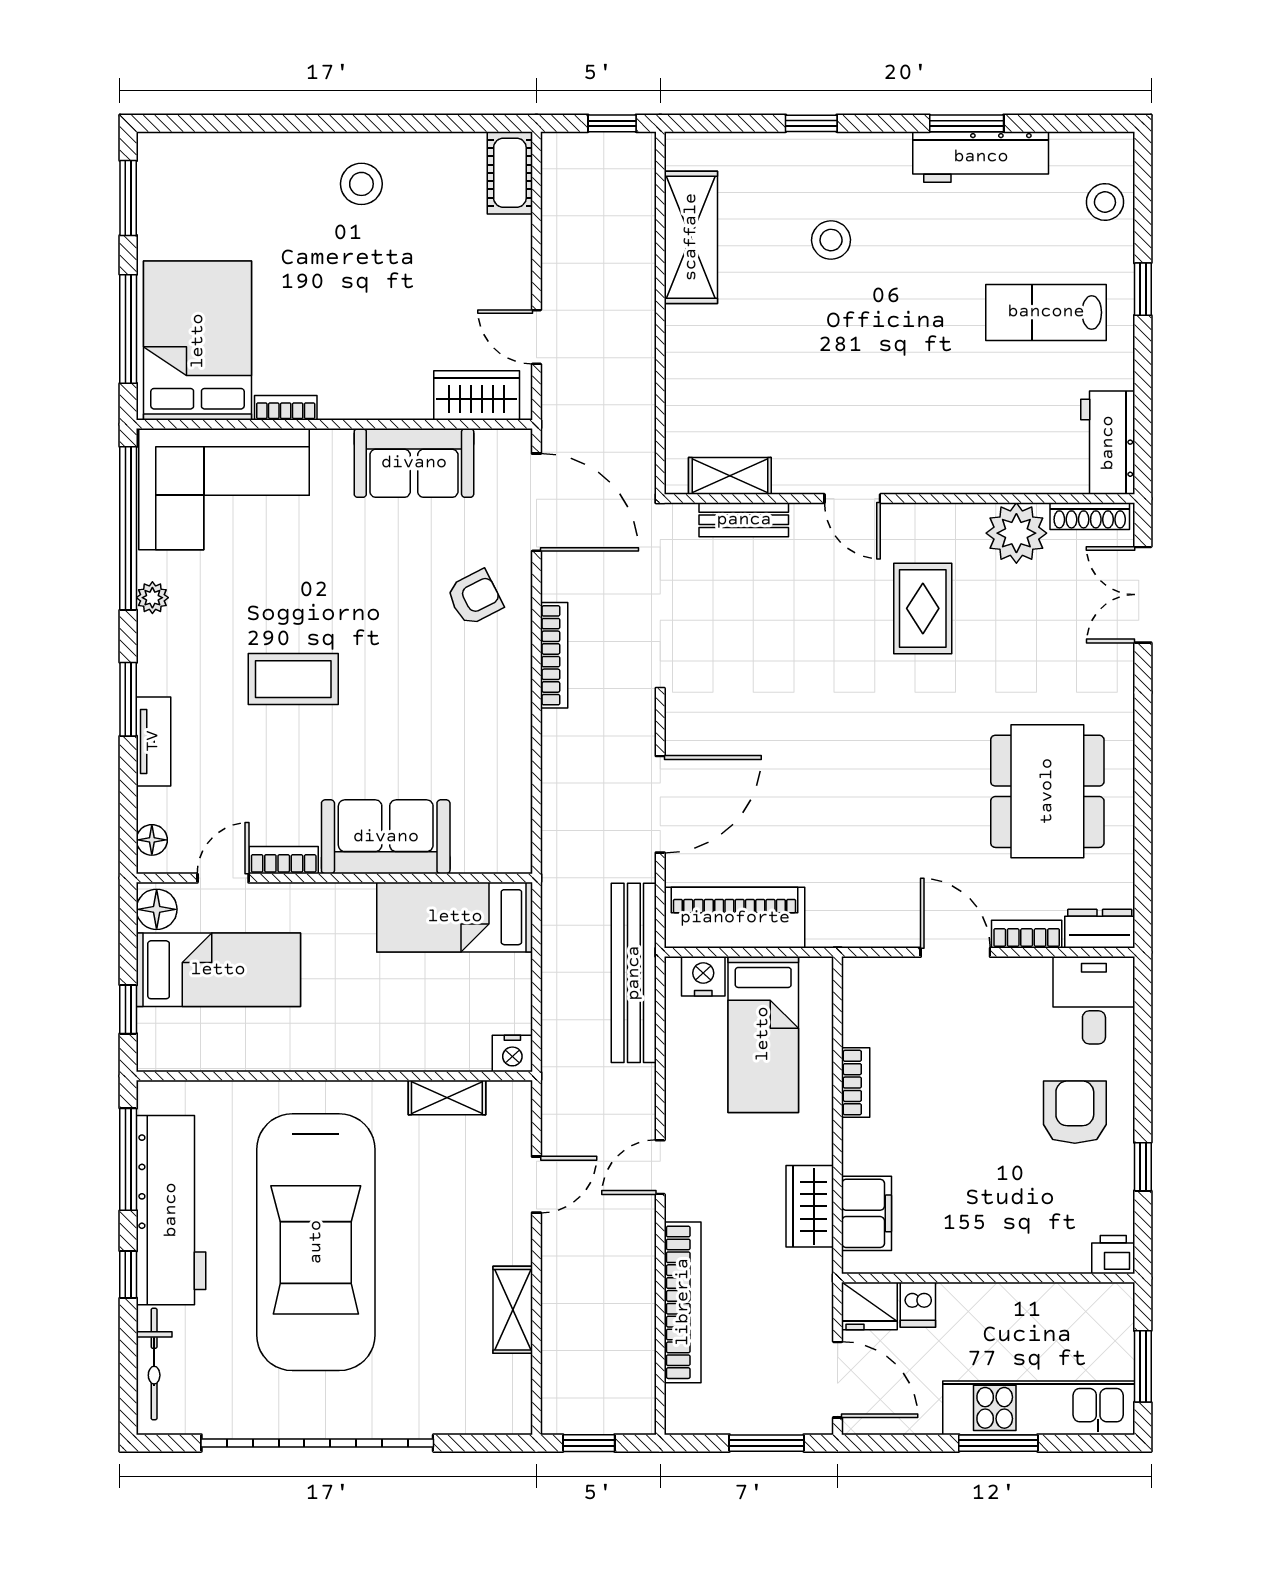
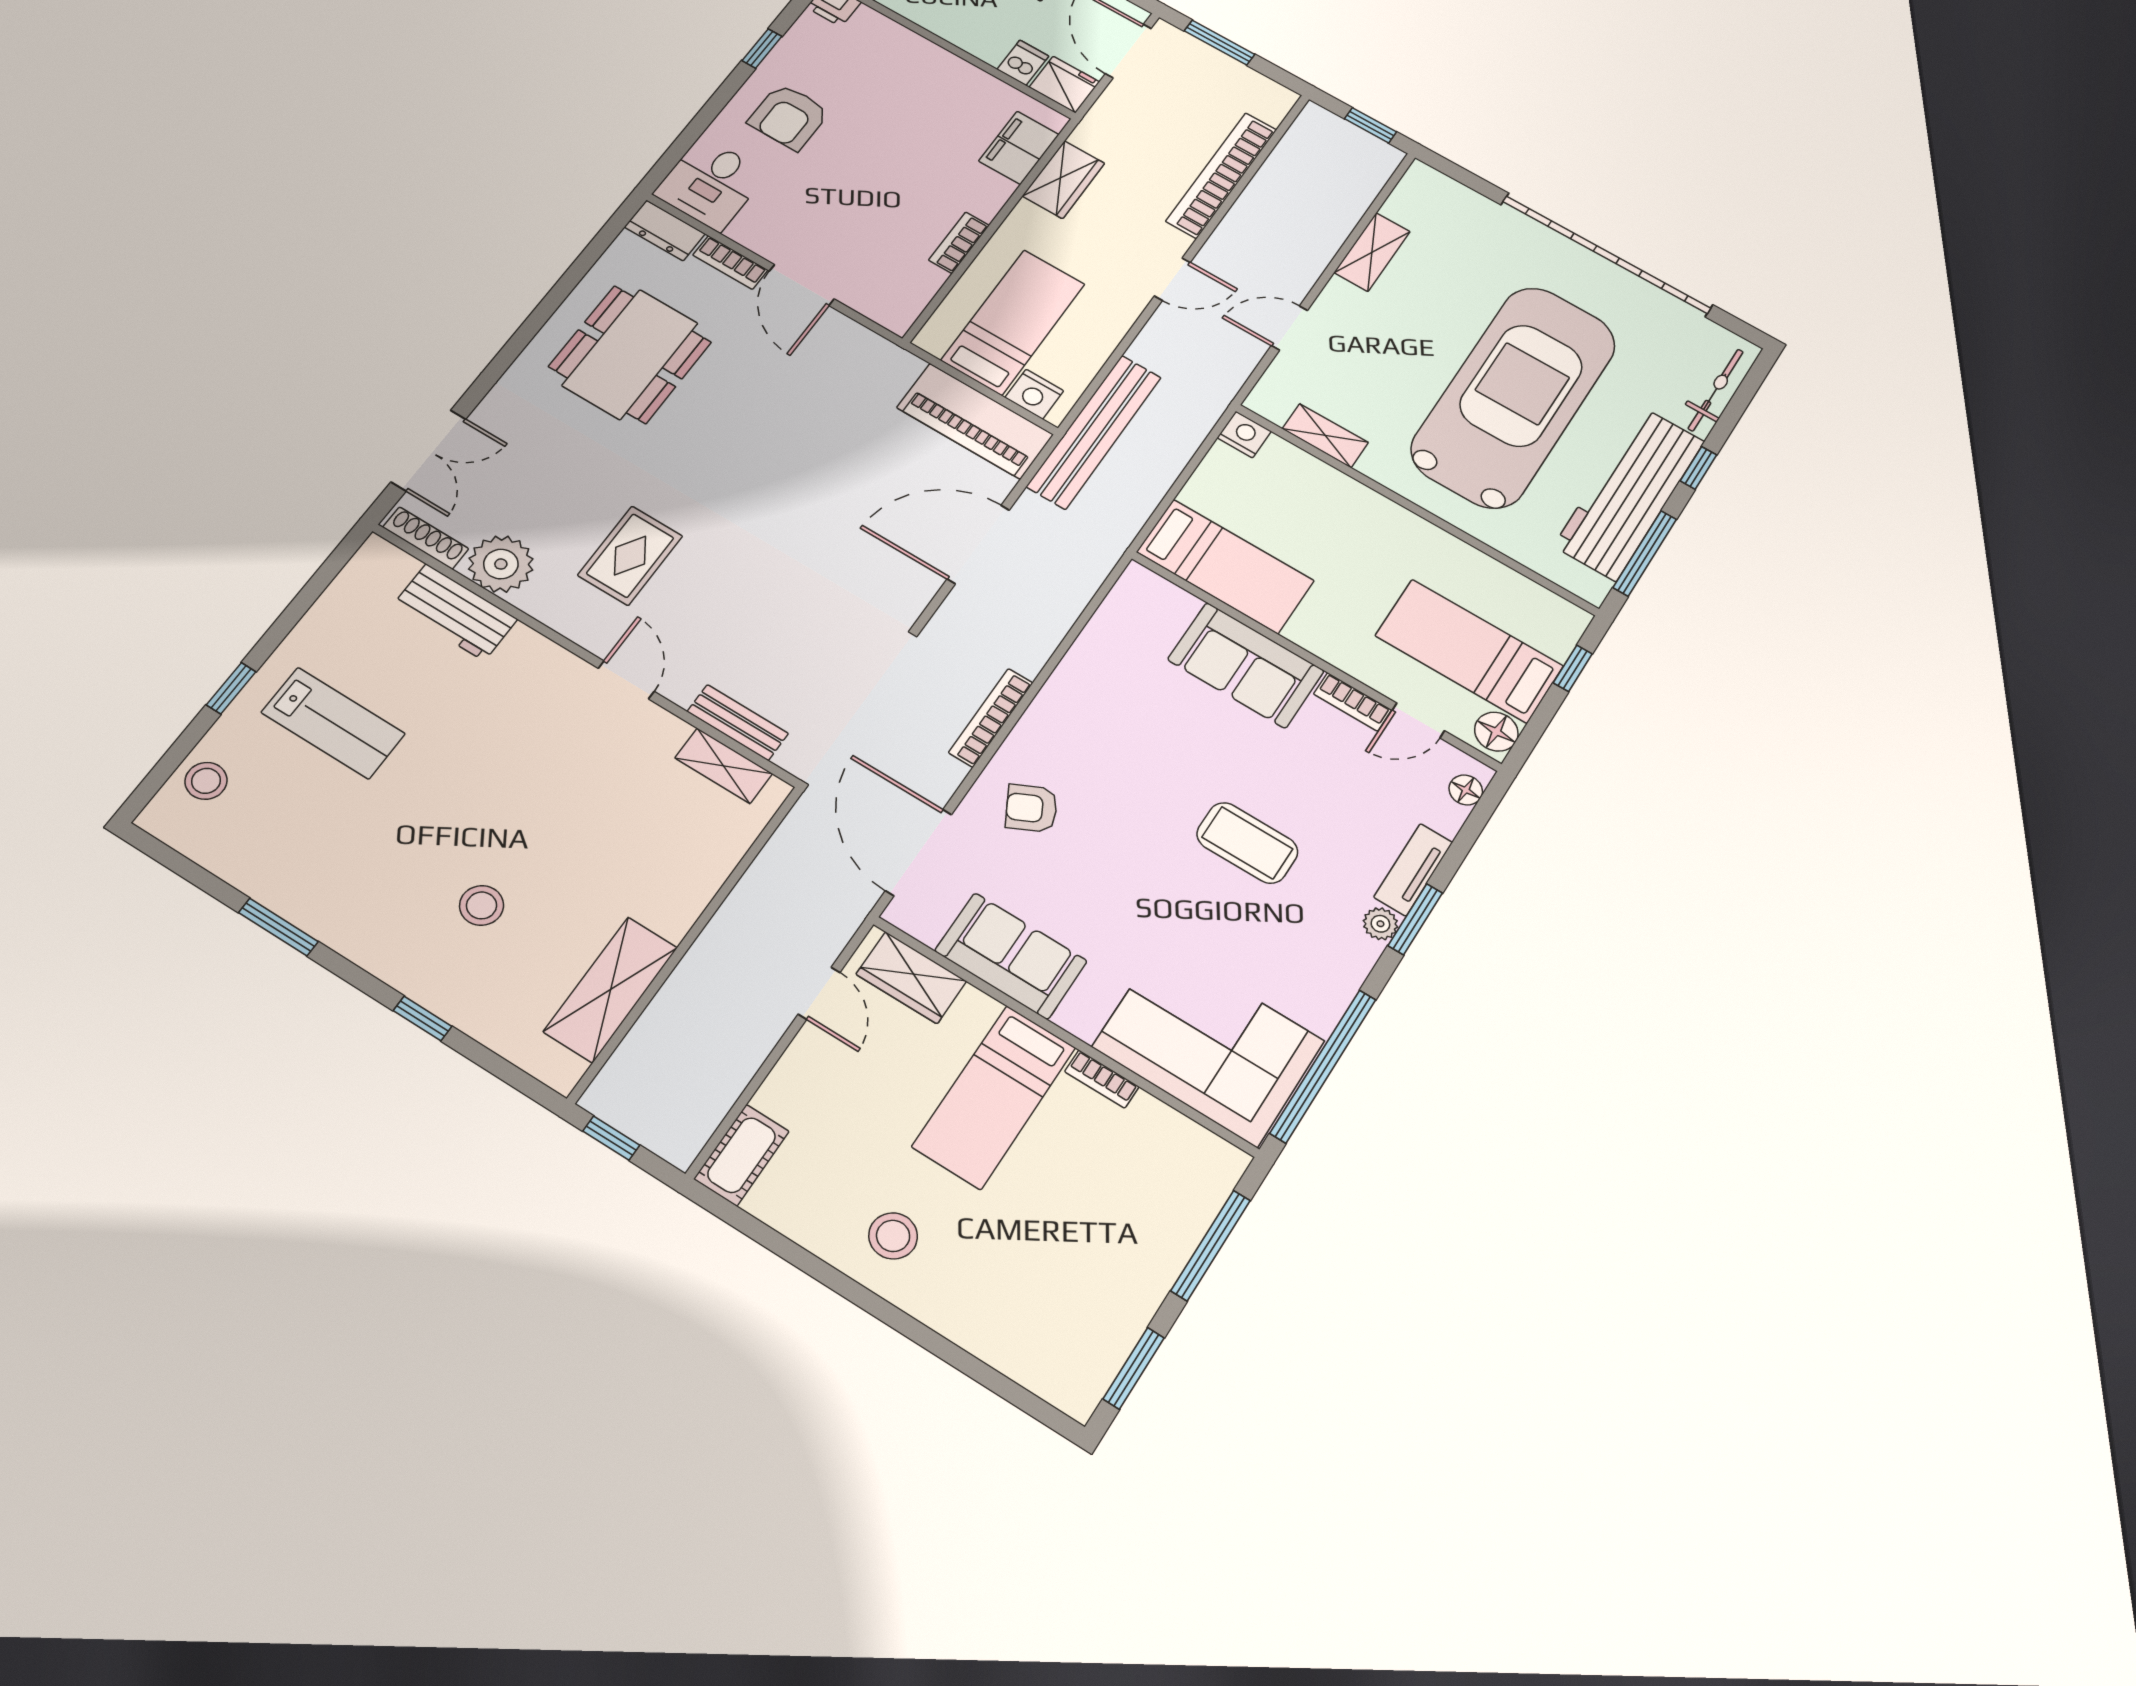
workbench: (981, 157) -> (288, 890), removed
bed: (198, 341) -> (994, 1097), moved, width x0.67
workbench: (1108, 443) -> (455, 612), moved, turned 90
plant: (152, 598) -> (1380, 924), moved

